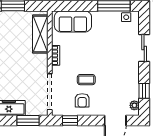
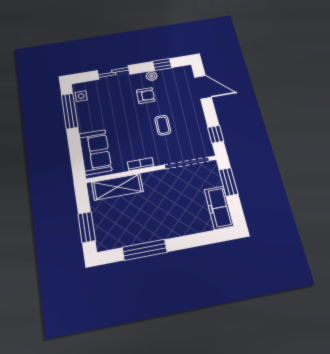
armchair: (82, 100) -> (146, 96), moved
plant: (134, 105) -> (152, 76), moved

